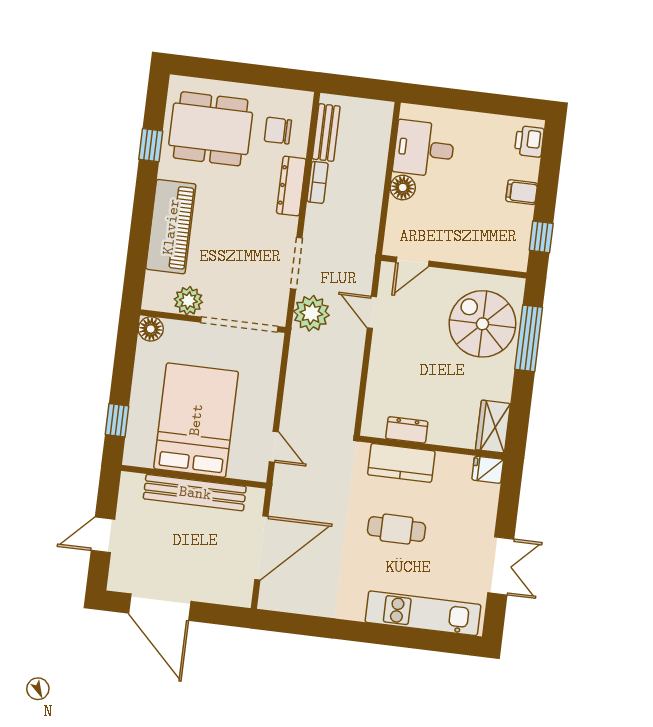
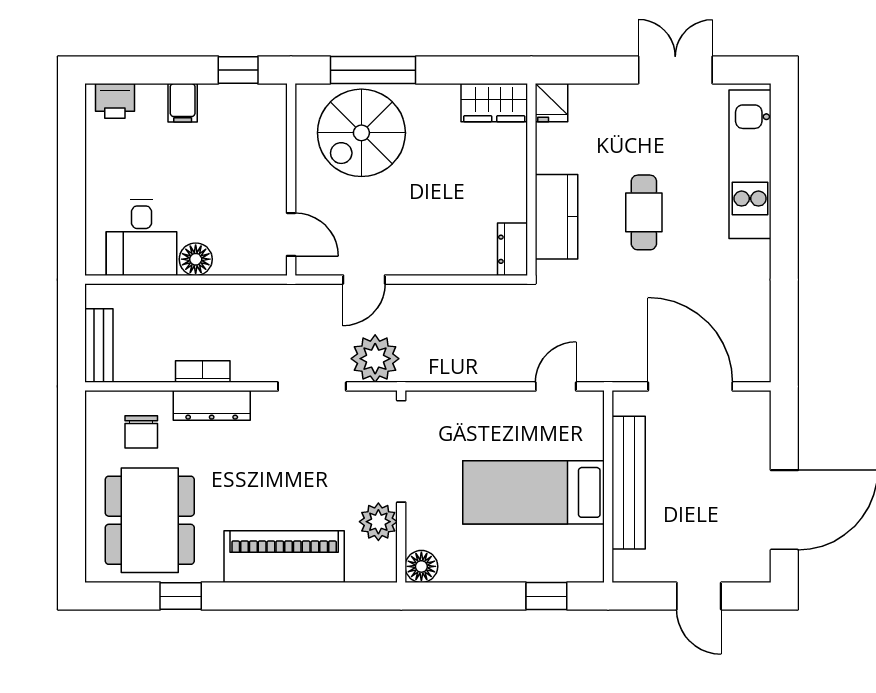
bench: (326, 133) -> (99, 345), moved, turned 90
bed: (196, 420) -> (533, 492), width x0.67
dresser: (407, 430) -> (513, 249), moved

